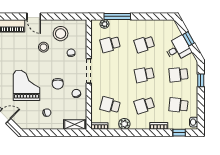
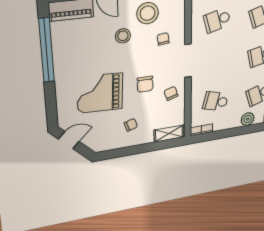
grand piano: (27, 85) -> (100, 93), turned -87
plant: (124, 124) -> (248, 119), moved

